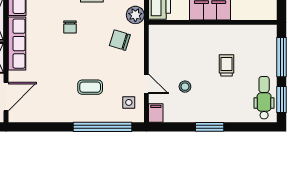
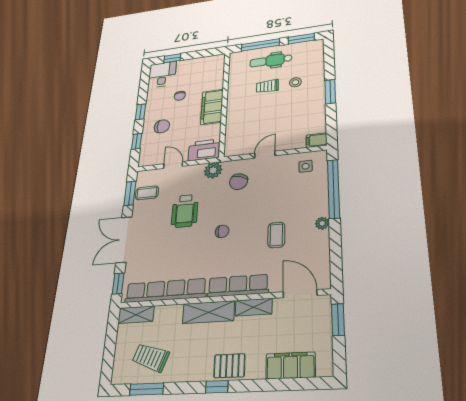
door: (146, 84) -> (265, 155), moved
coffee table: (90, 87) -> (276, 235), moved
stool: (185, 87) -> (295, 82), moved
dental chair: (264, 98) -> (271, 61), moved
plant: (69, 116) -> (322, 223), added

